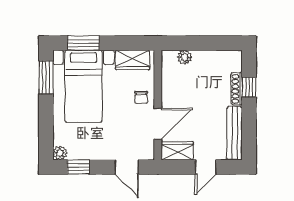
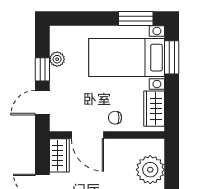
plant: (185, 57) -> (150, 170), width x1.87, depth x1.87
plant: (60, 153) -> (57, 59), moved
window: (78, 167) -> (42, 69), moved

